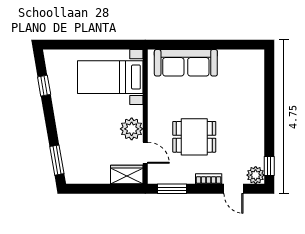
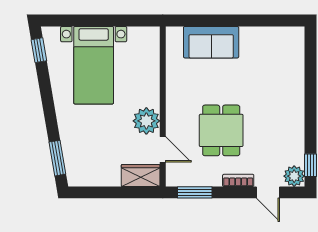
sofa: (186, 63) -> (211, 42), width x0.73
bed with nightstands: (110, 77) -> (94, 65), moved, turned -90
window: (44, 86) -> (39, 50), moved
dining table: (194, 137) -> (221, 130), turned 90

